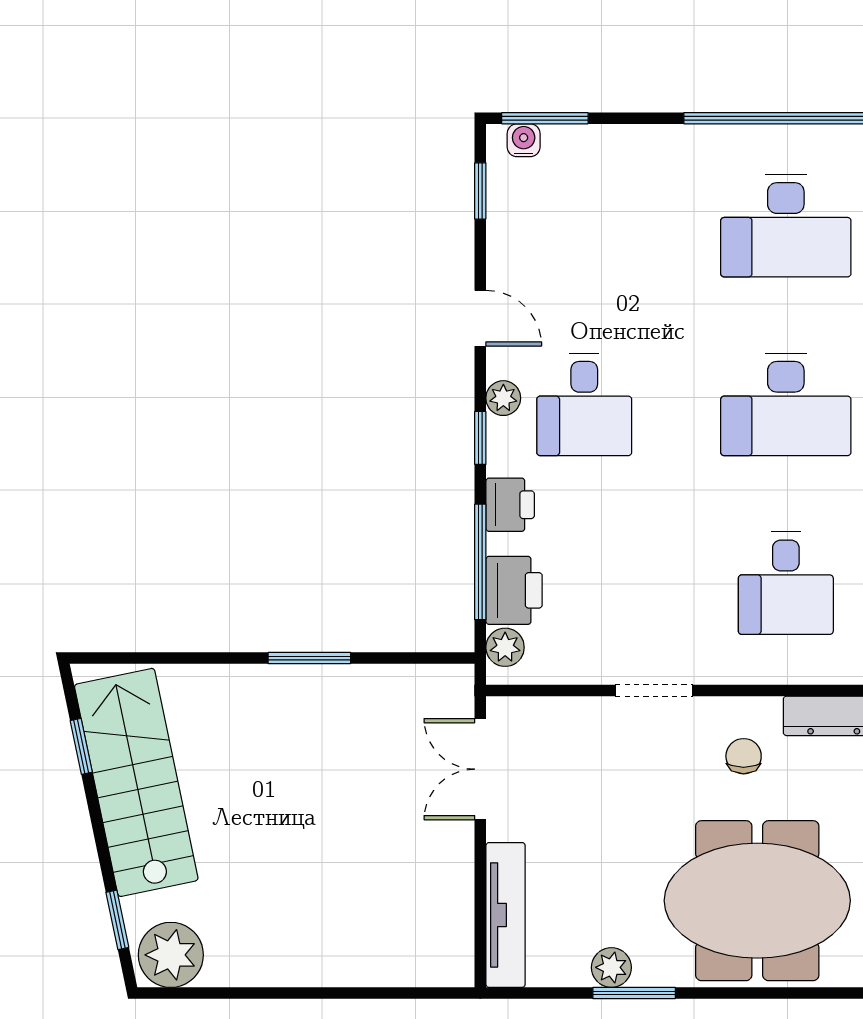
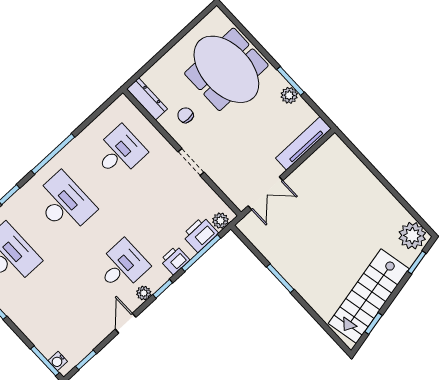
chair: (744, 756) -> (185, 115), turned 90

